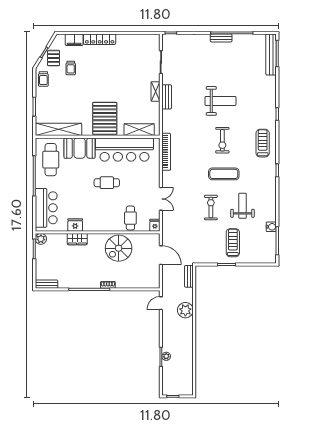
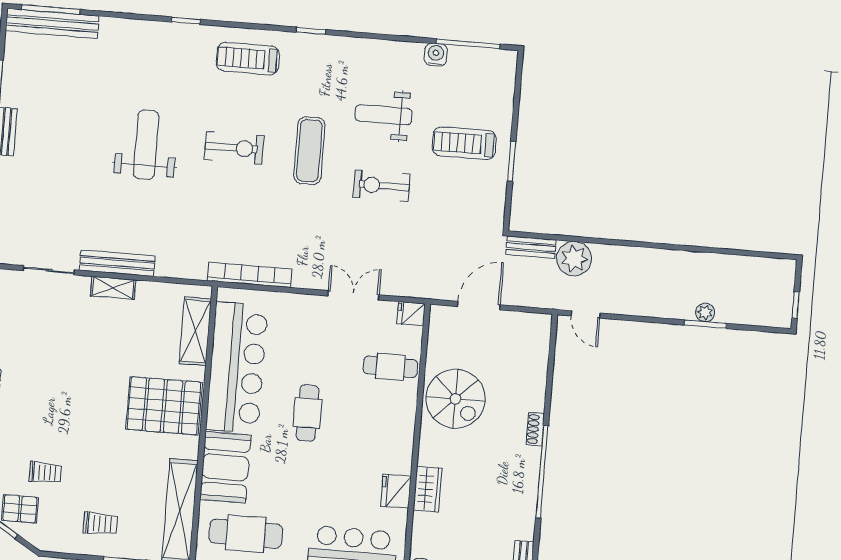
trolley: (43, 79) -> (100, 524), moved
bench: (167, 97) -> (117, 263), width x1.36
plant: (185, 310) -> (574, 259), moved

